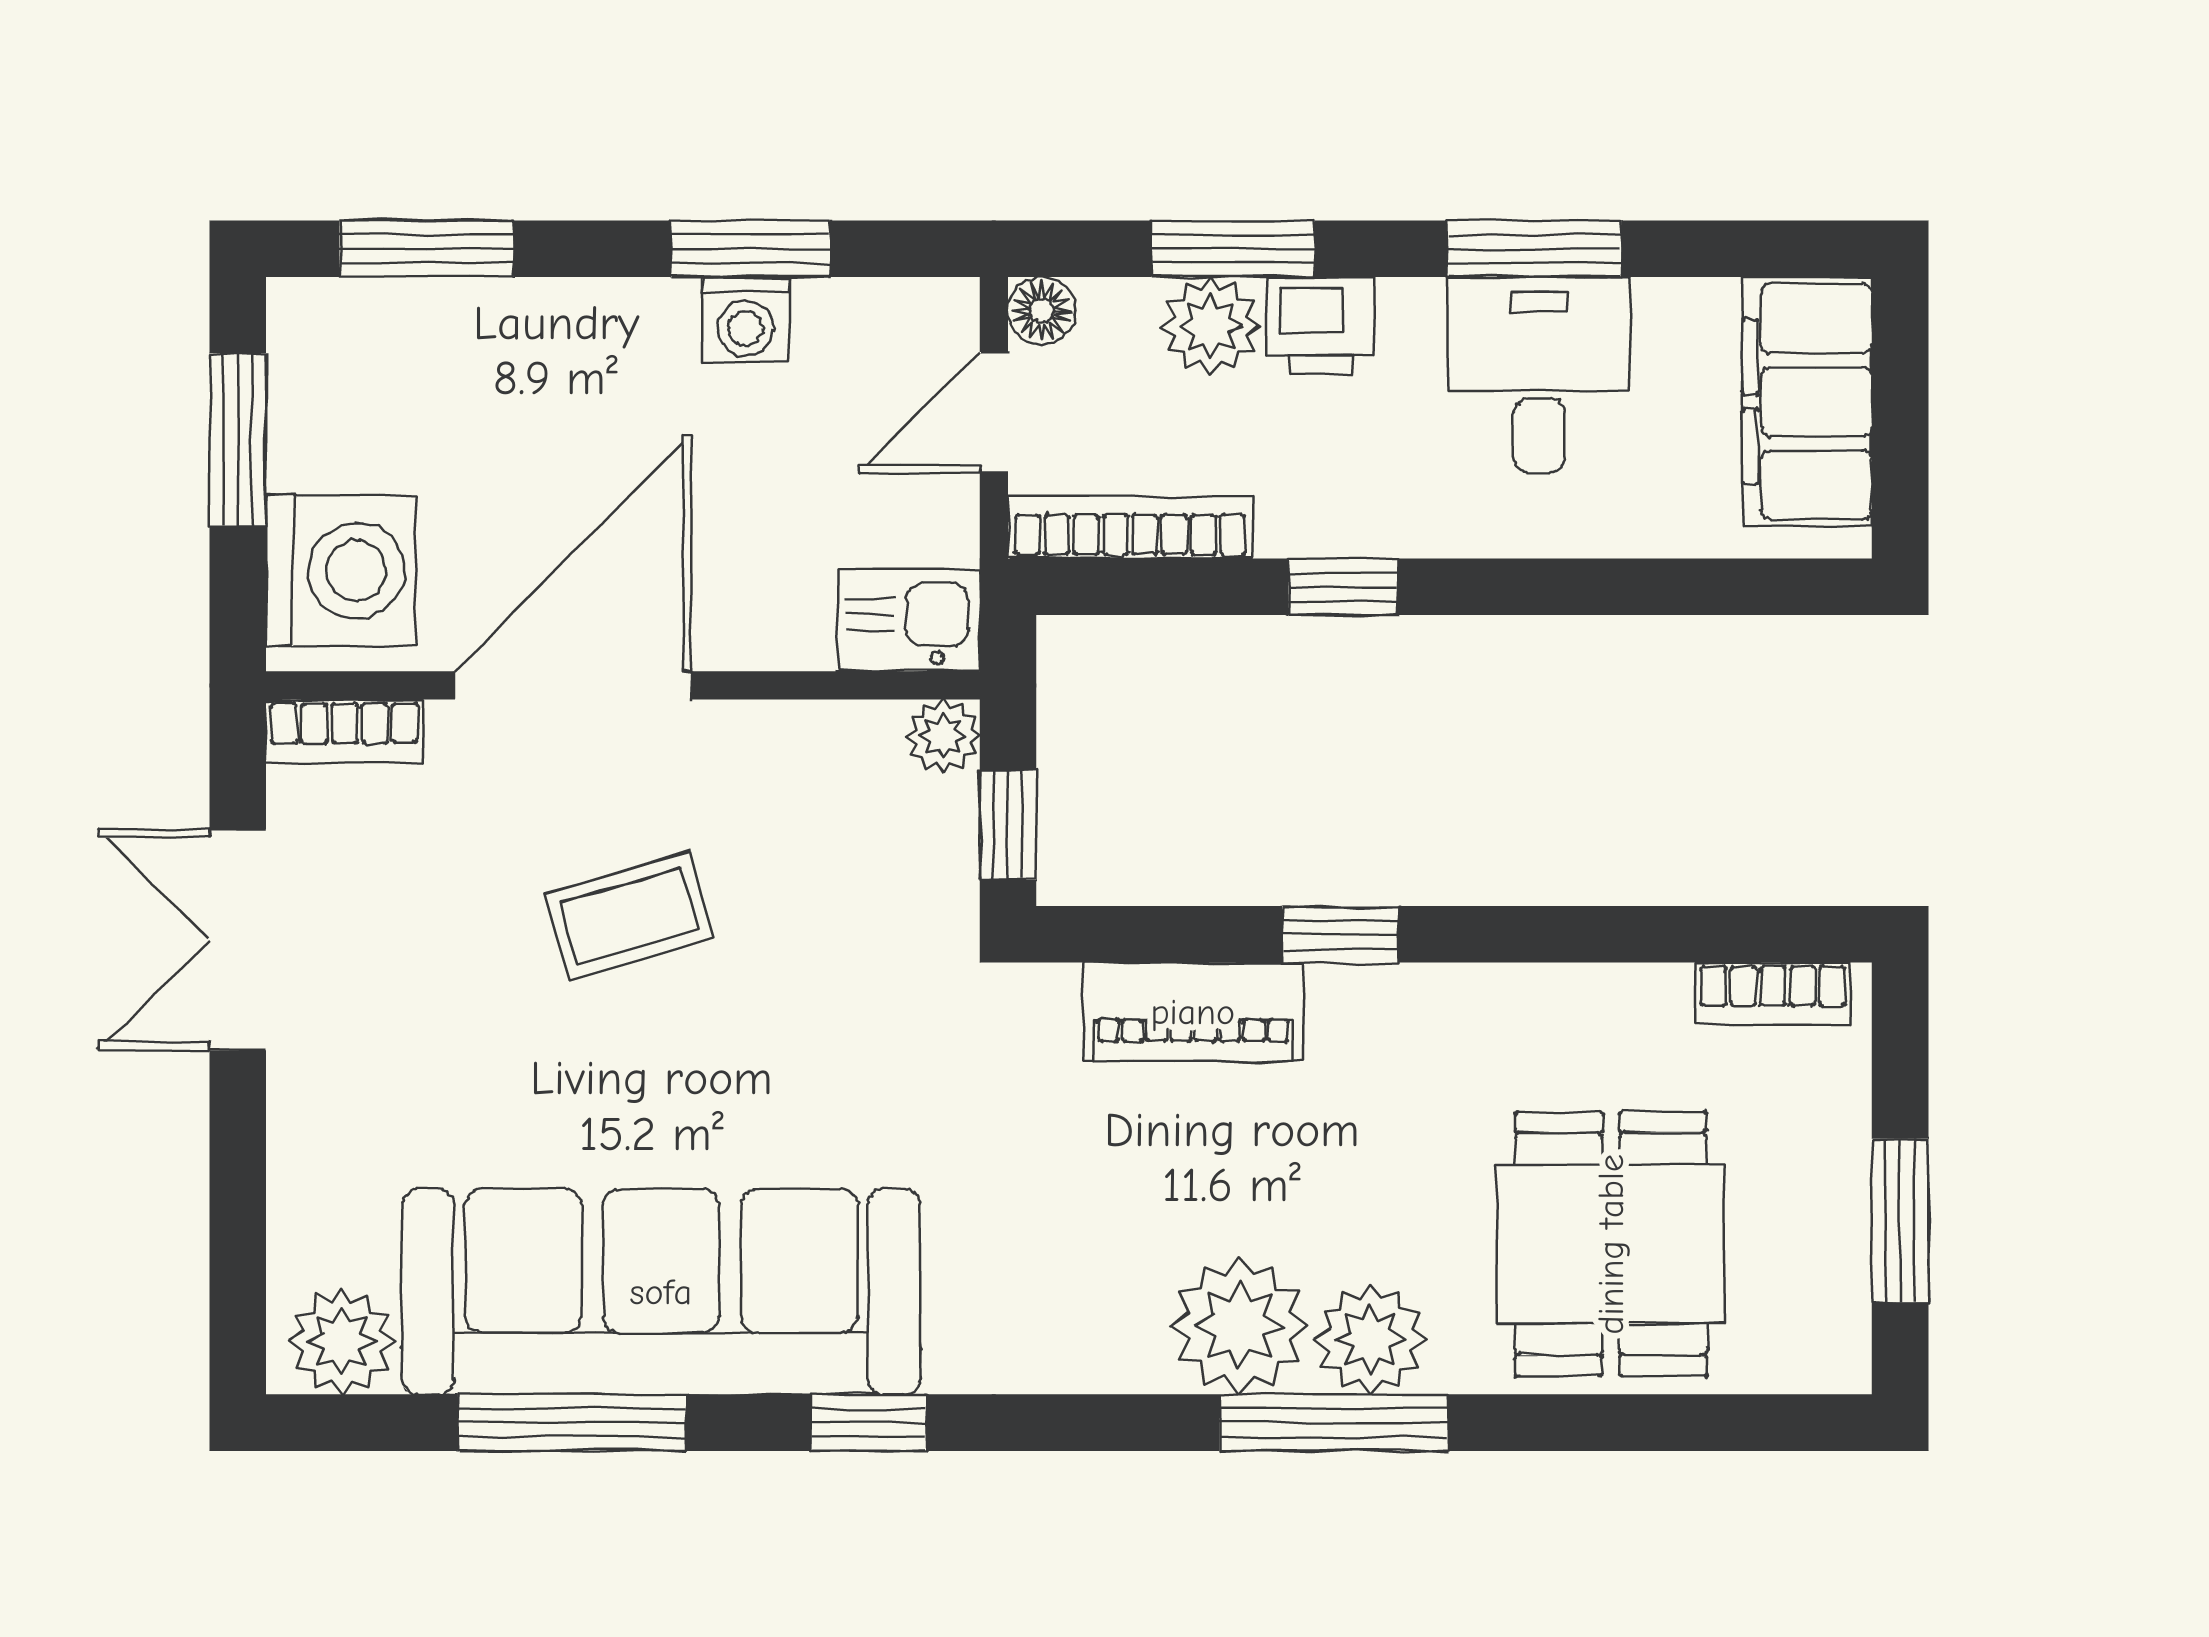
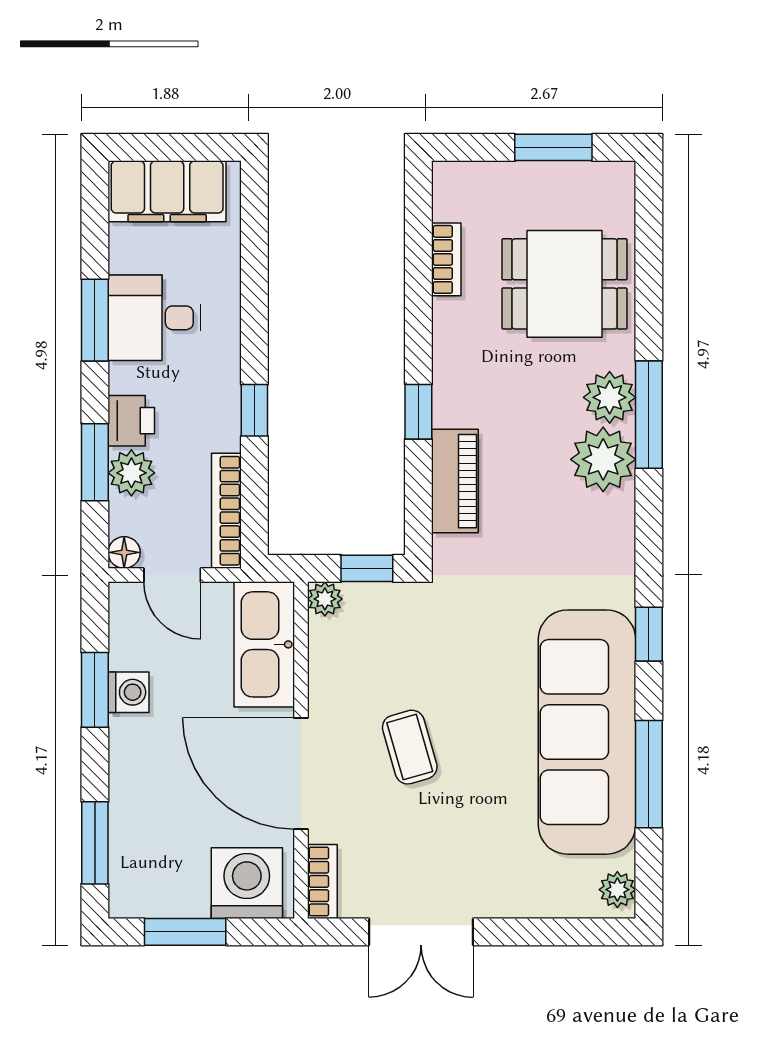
kitchen sink: (909, 620) -> (264, 644), width x1.88, depth x1.24
bookcase: (1773, 993) -> (446, 259), moved
plant: (342, 1342) -> (617, 890), width x0.73, depth x0.73

